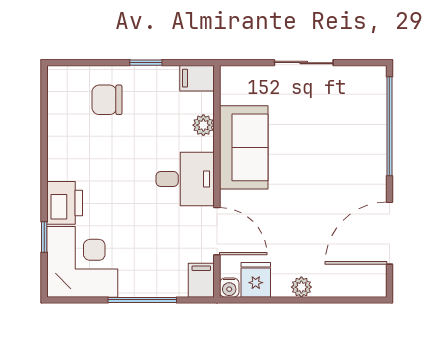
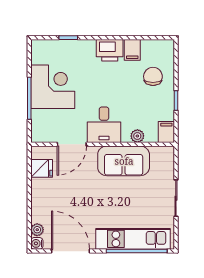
kitchen unit: (370, 132) -> (133, 239), added
printer: (65, 203) -> (110, 50), moved
corner desk: (82, 262) -> (53, 87), moved, turned -90
filing cabinet: (201, 280) -> (132, 50), moved, turned 90
plant: (301, 287) -> (37, 230), moved
water cooler: (229, 288) -> (37, 243), moved

